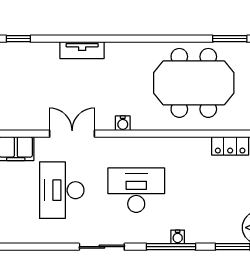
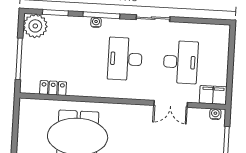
water cooler: (123, 123) -> (215, 114), moved
desk: (136, 190) -> (125, 59), turned 90

